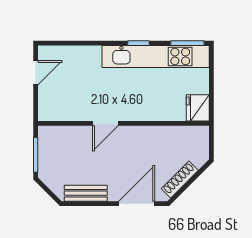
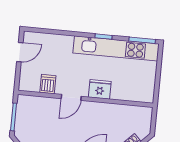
fridge: (198, 108) -> (100, 89), moved, turned 90
dishwasher: (74, 109) -> (48, 84), added

